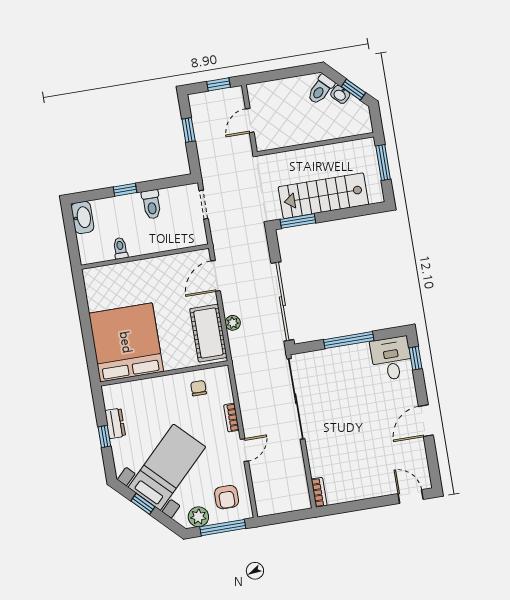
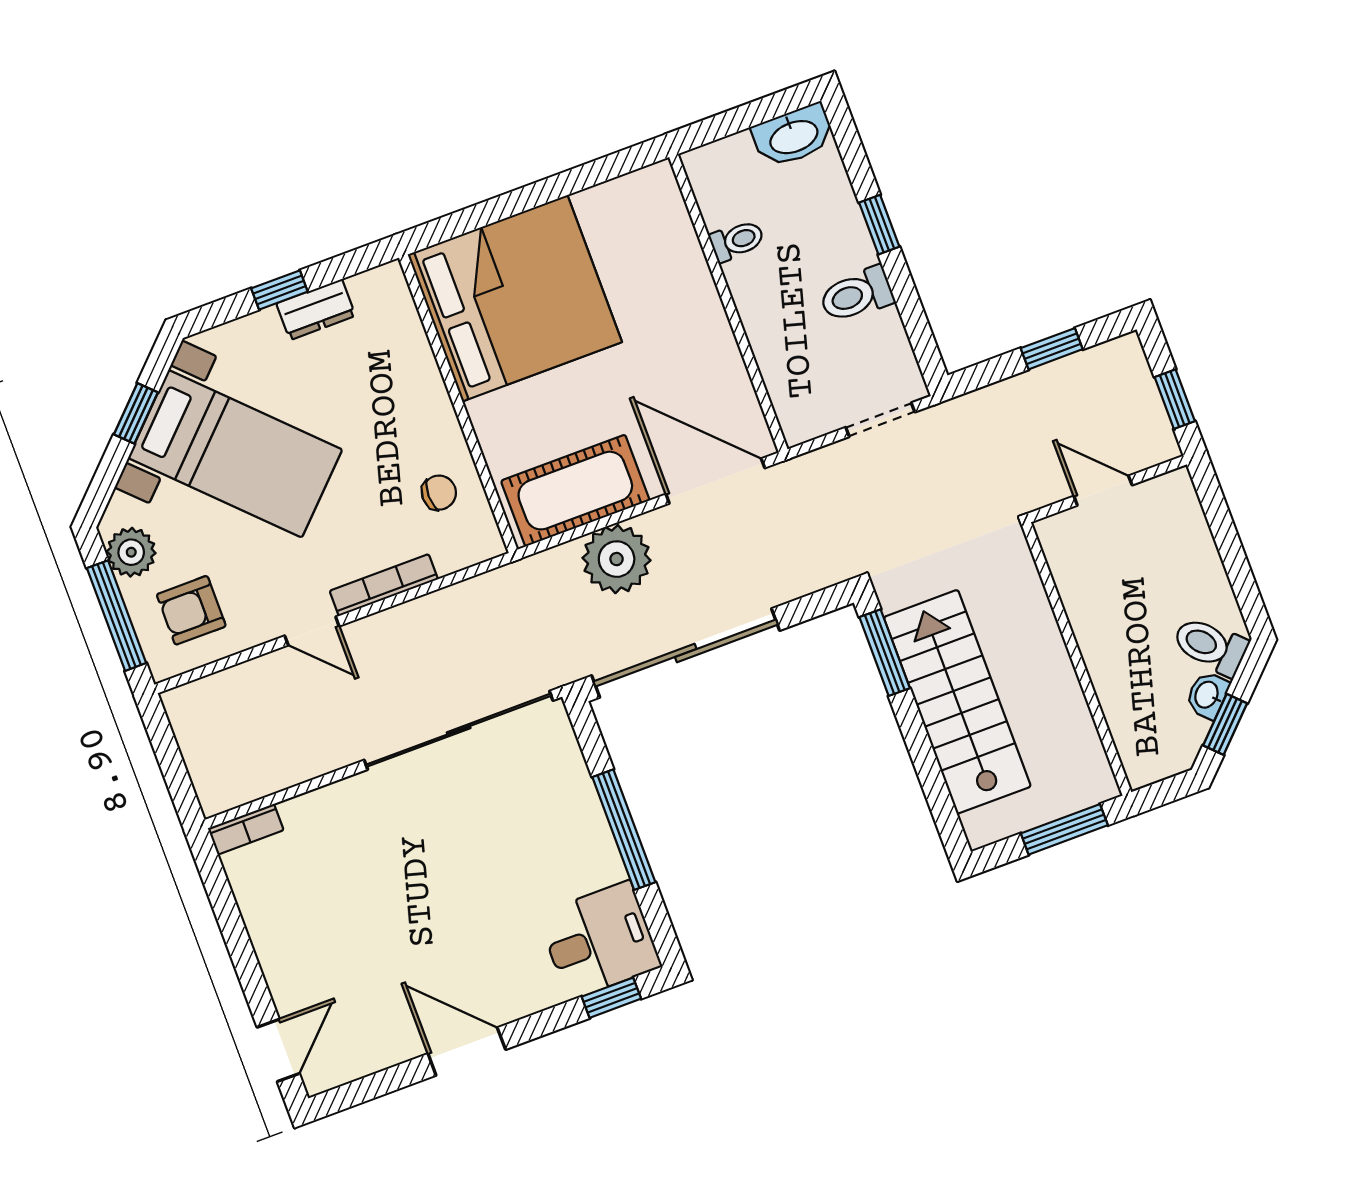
door: (215, 276) -> (715, 481), width x1.36
plant: (233, 323) -> (617, 559), width x1.88, depth x1.88
bookcase: (231, 418) -> (384, 585), width x1.56

